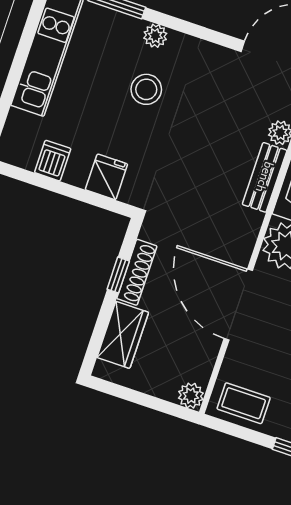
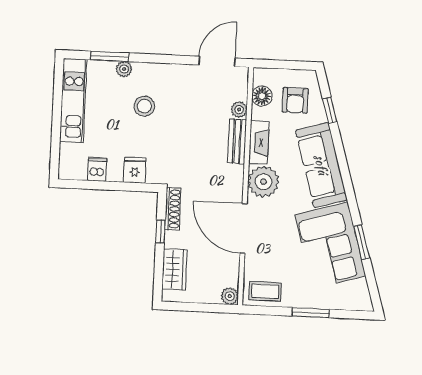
plant: (155, 36) -> (124, 69), moved
shoe rack: (137, 272) -> (173, 209), moved

